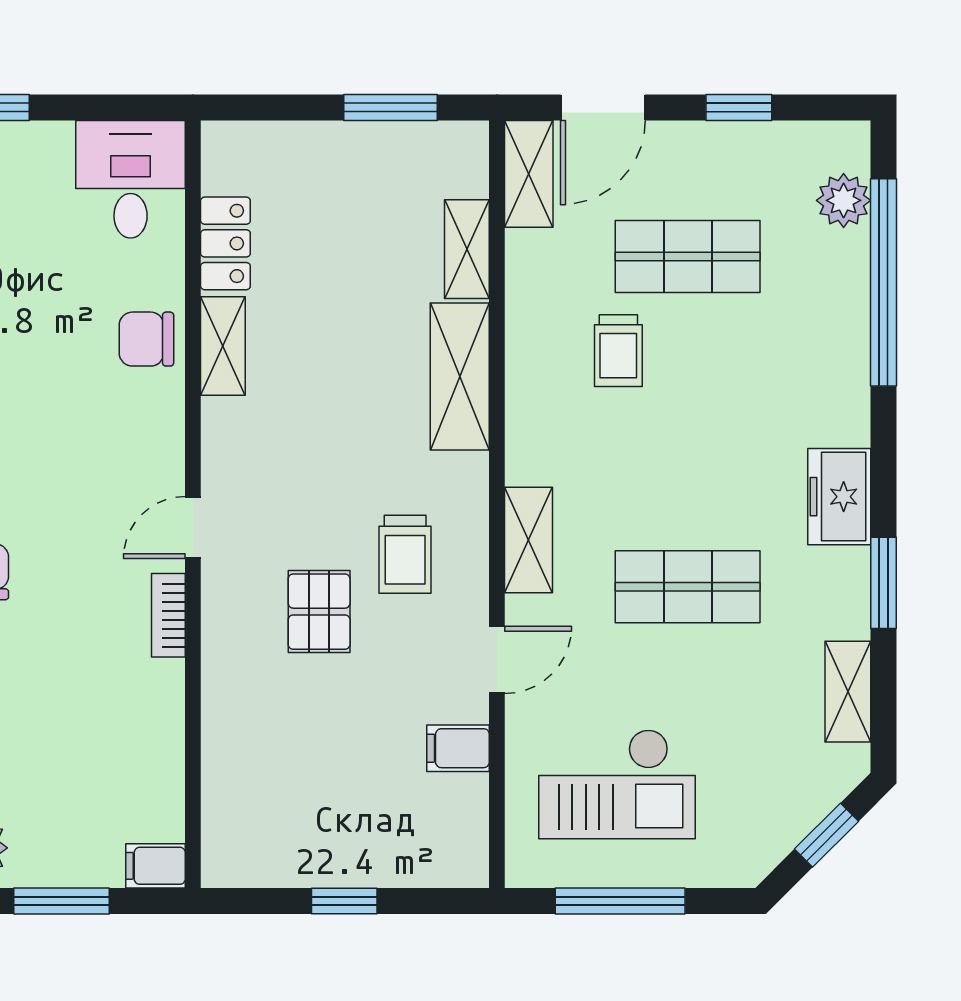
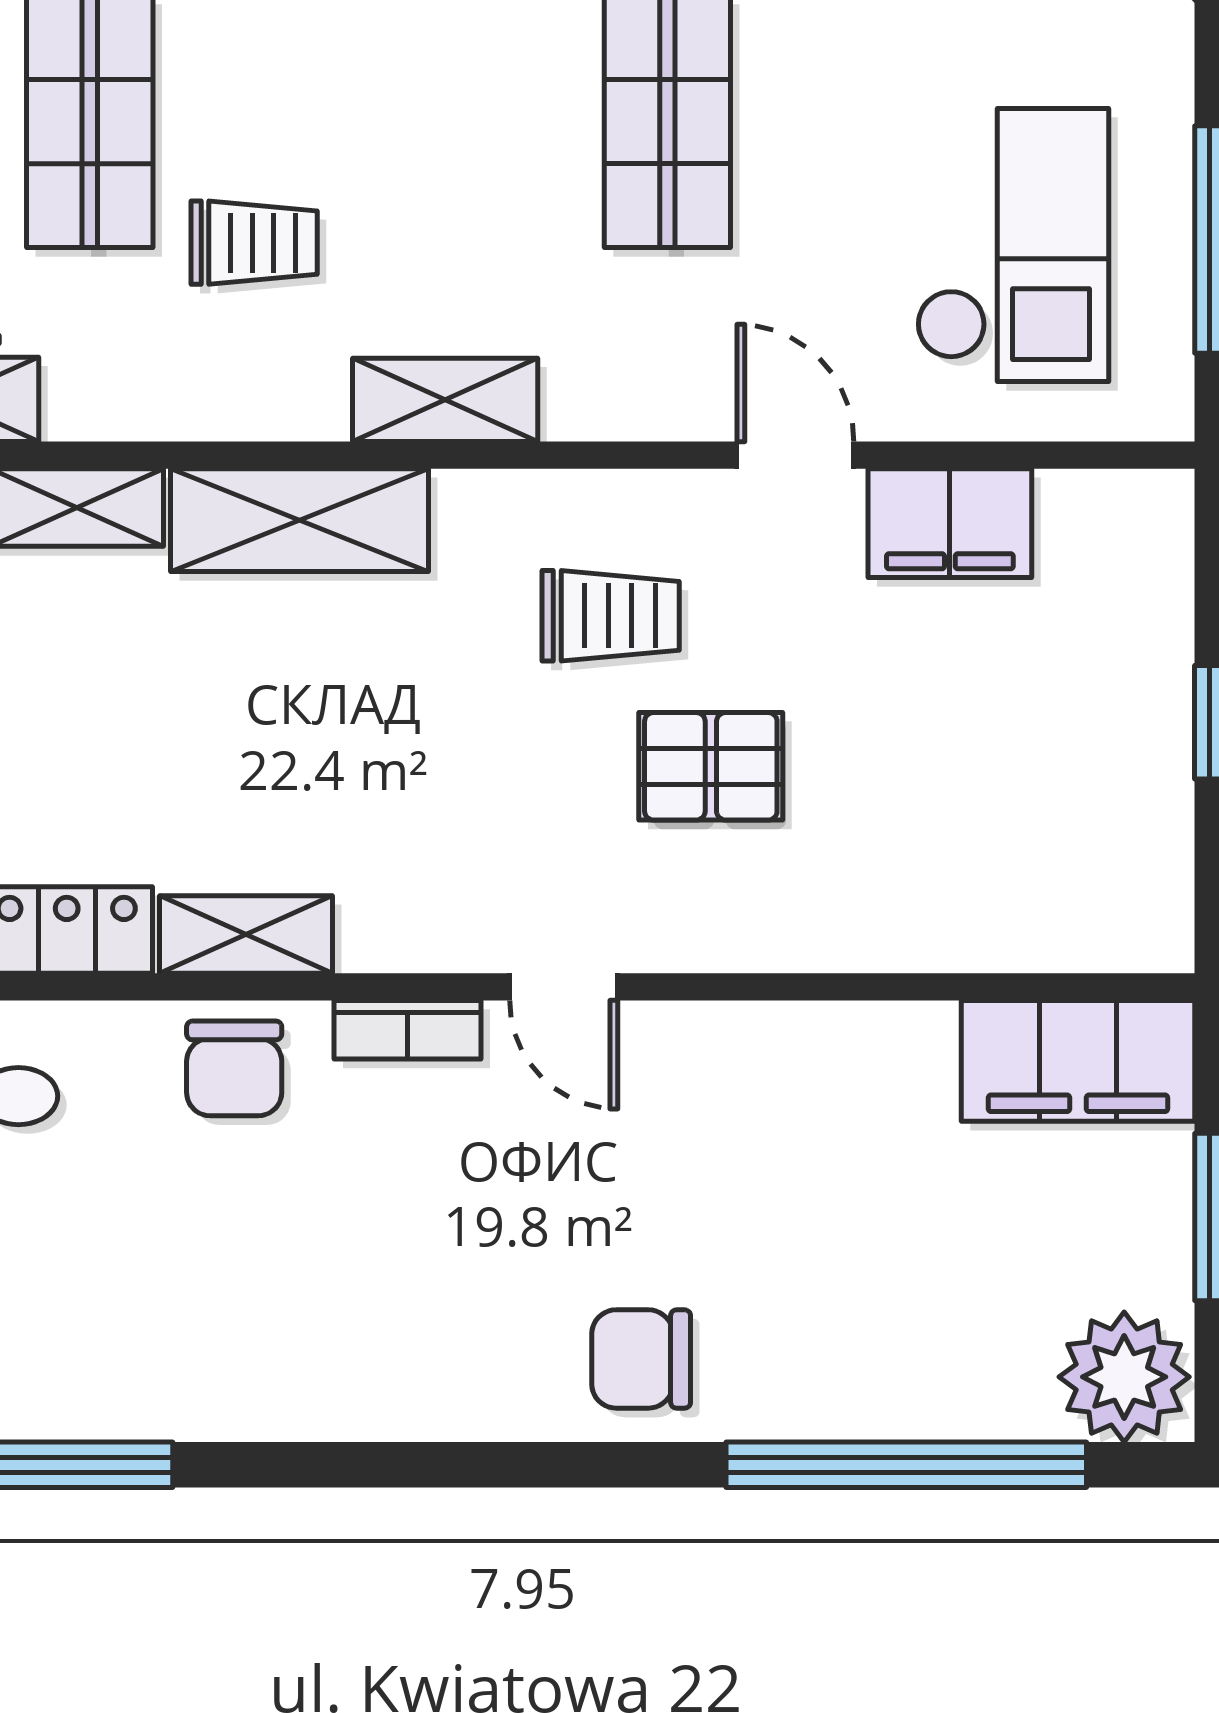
shelving: (529, 540) -> (445, 400), moved
bookcase: (168, 615) -> (408, 1030), moved
filing cabinet: (458, 748) -> (950, 523), width x2.00
filing cabinet: (156, 866) -> (1078, 1061), width x3.00, depth x1.17

